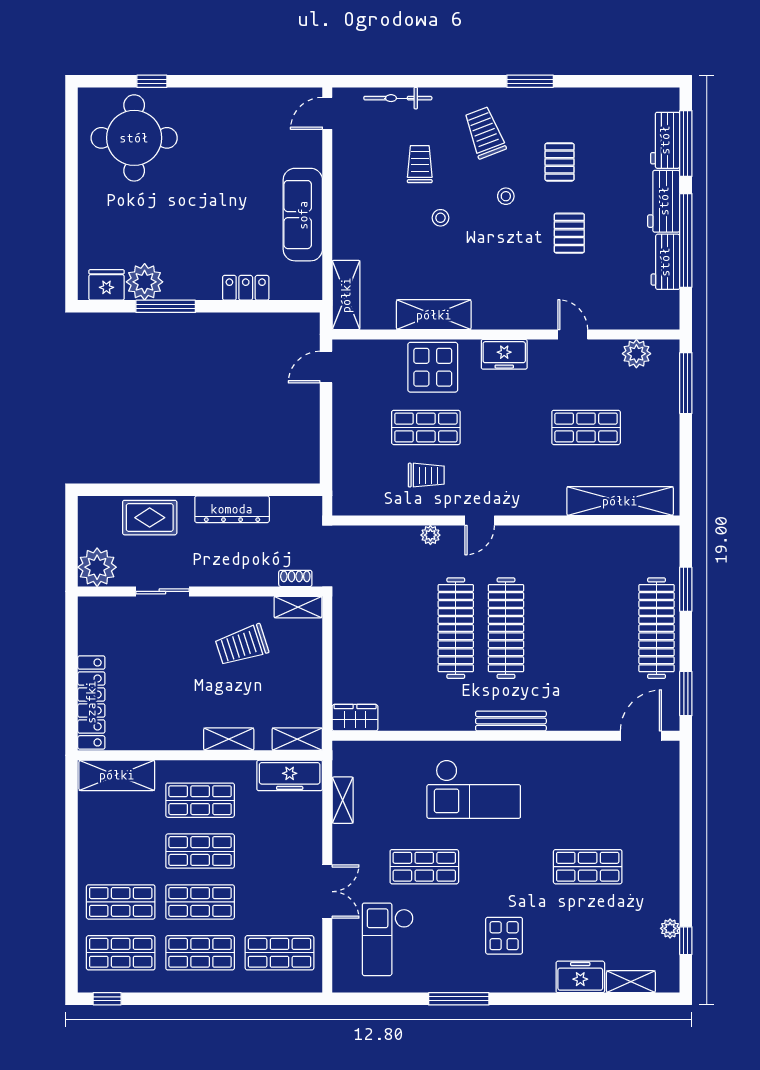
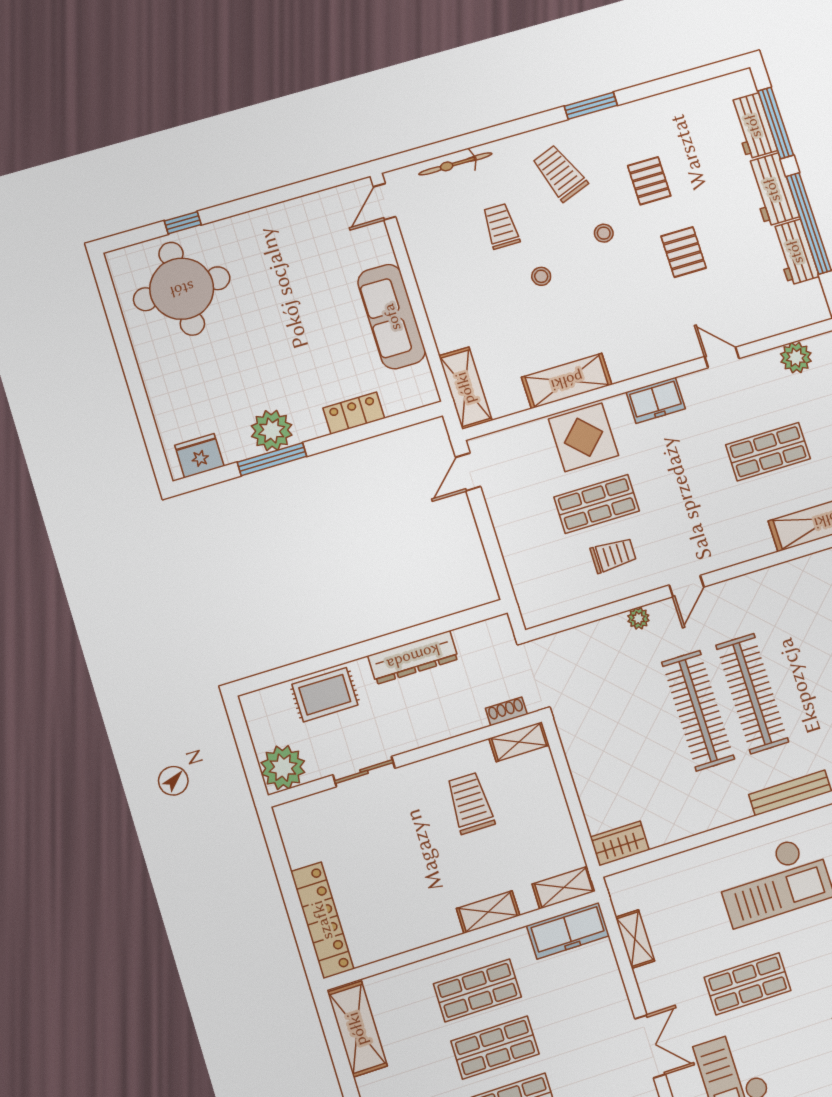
plant: (145, 282) -> (272, 431), moved
trolley: (242, 645) -> (470, 803), turned 108
shelving: (117, 775) -> (357, 1029), moved, turned 90

